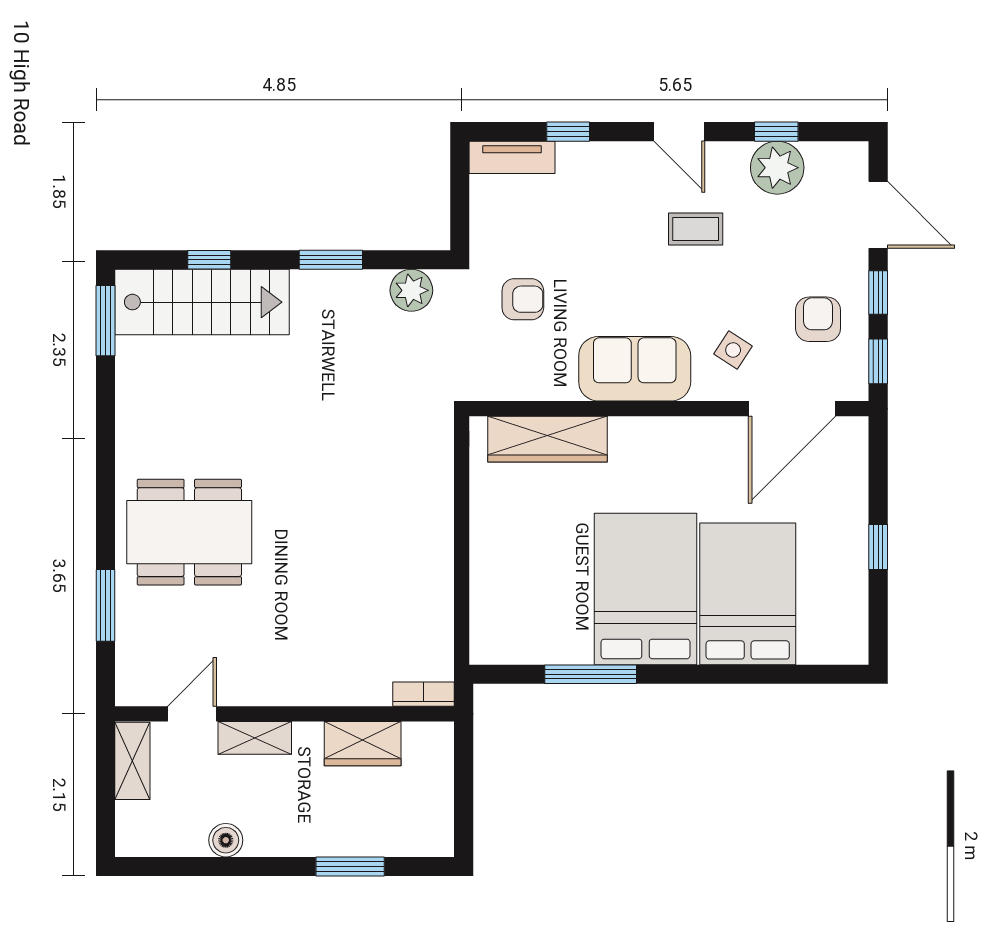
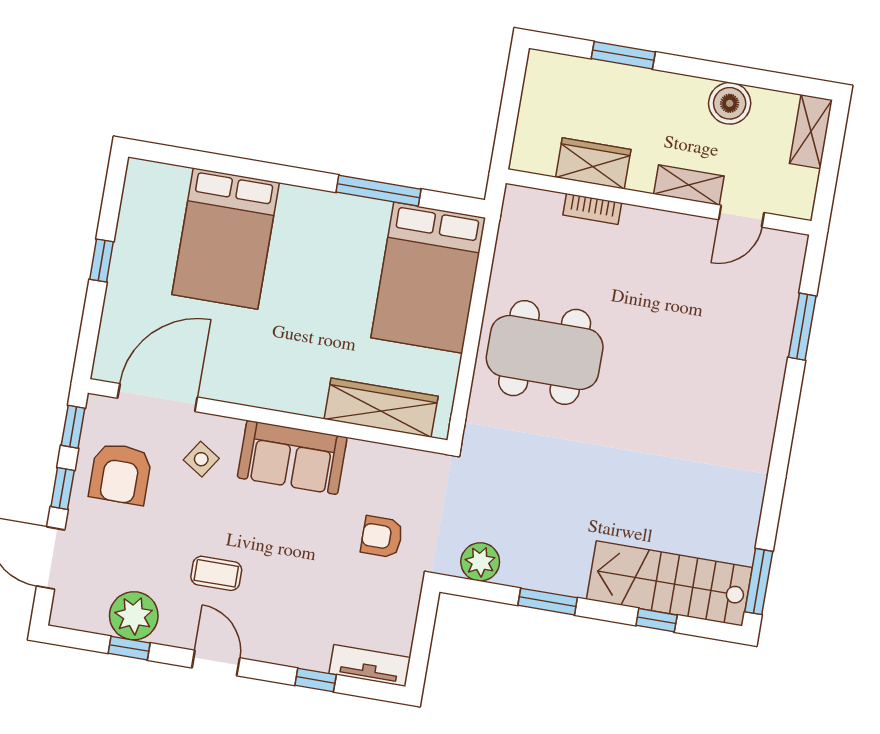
armchair: (818, 319) -> (120, 474), width x1.38, depth x1.38
dining table: (189, 532) -> (545, 352), moved
bed: (646, 589) -> (428, 278), moved
bookcase: (423, 694) -> (592, 209), moved
shelving: (132, 761) -> (811, 132), moved
boiler: (226, 840) -> (730, 103), width x1.36, depth x1.36

